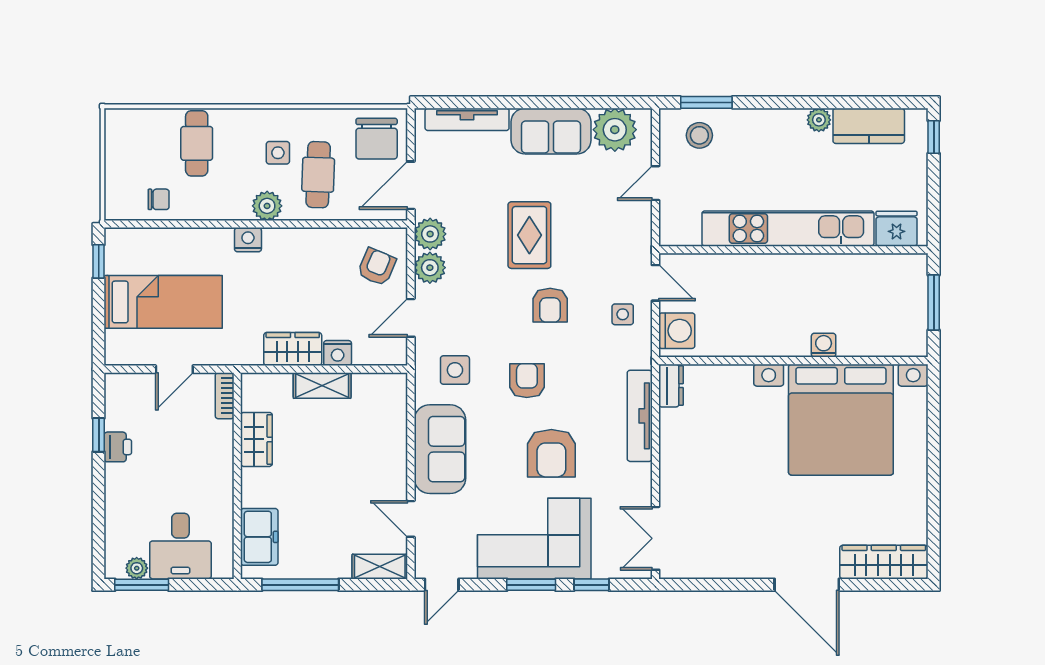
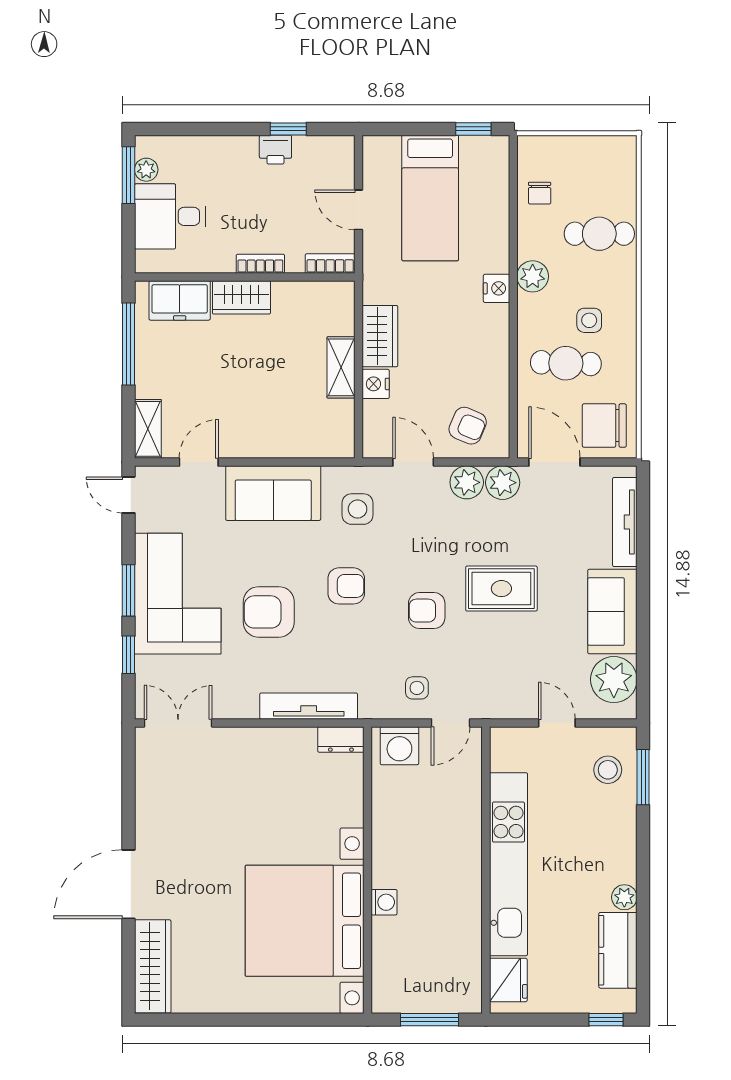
plant: (267, 206) -> (533, 276), moved
wardrobe: (256, 439) -> (241, 297), moved
bookcase: (225, 461) -> (260, 264), added

